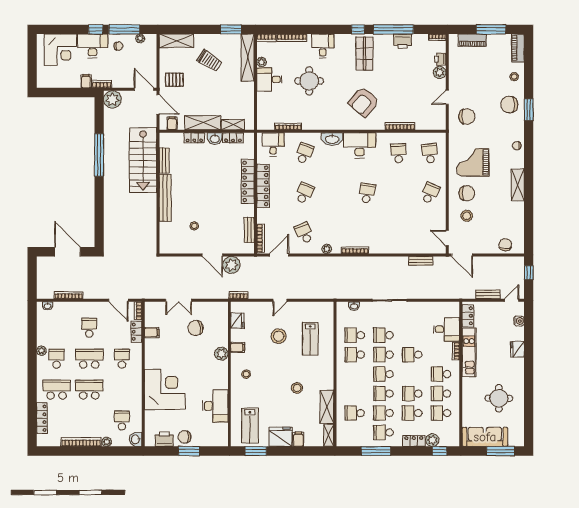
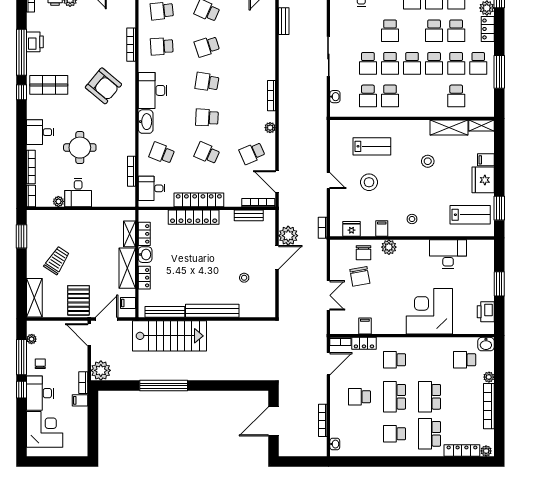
shelving: (248, 58) -> (53, 217), removed
pallet: (174, 80) -> (78, 300), width x1.50, depth x1.42
door: (144, 89) -> (89, 335), hinge flipped
bench: (164, 161) -> (165, 312), width x1.36
school desk: (336, 193) -> (207, 118), added
school desk: (398, 193) -> (207, 46), added
plant: (41, 351) -> (486, 451), moved
chair: (185, 437) -> (364, 253), moved

